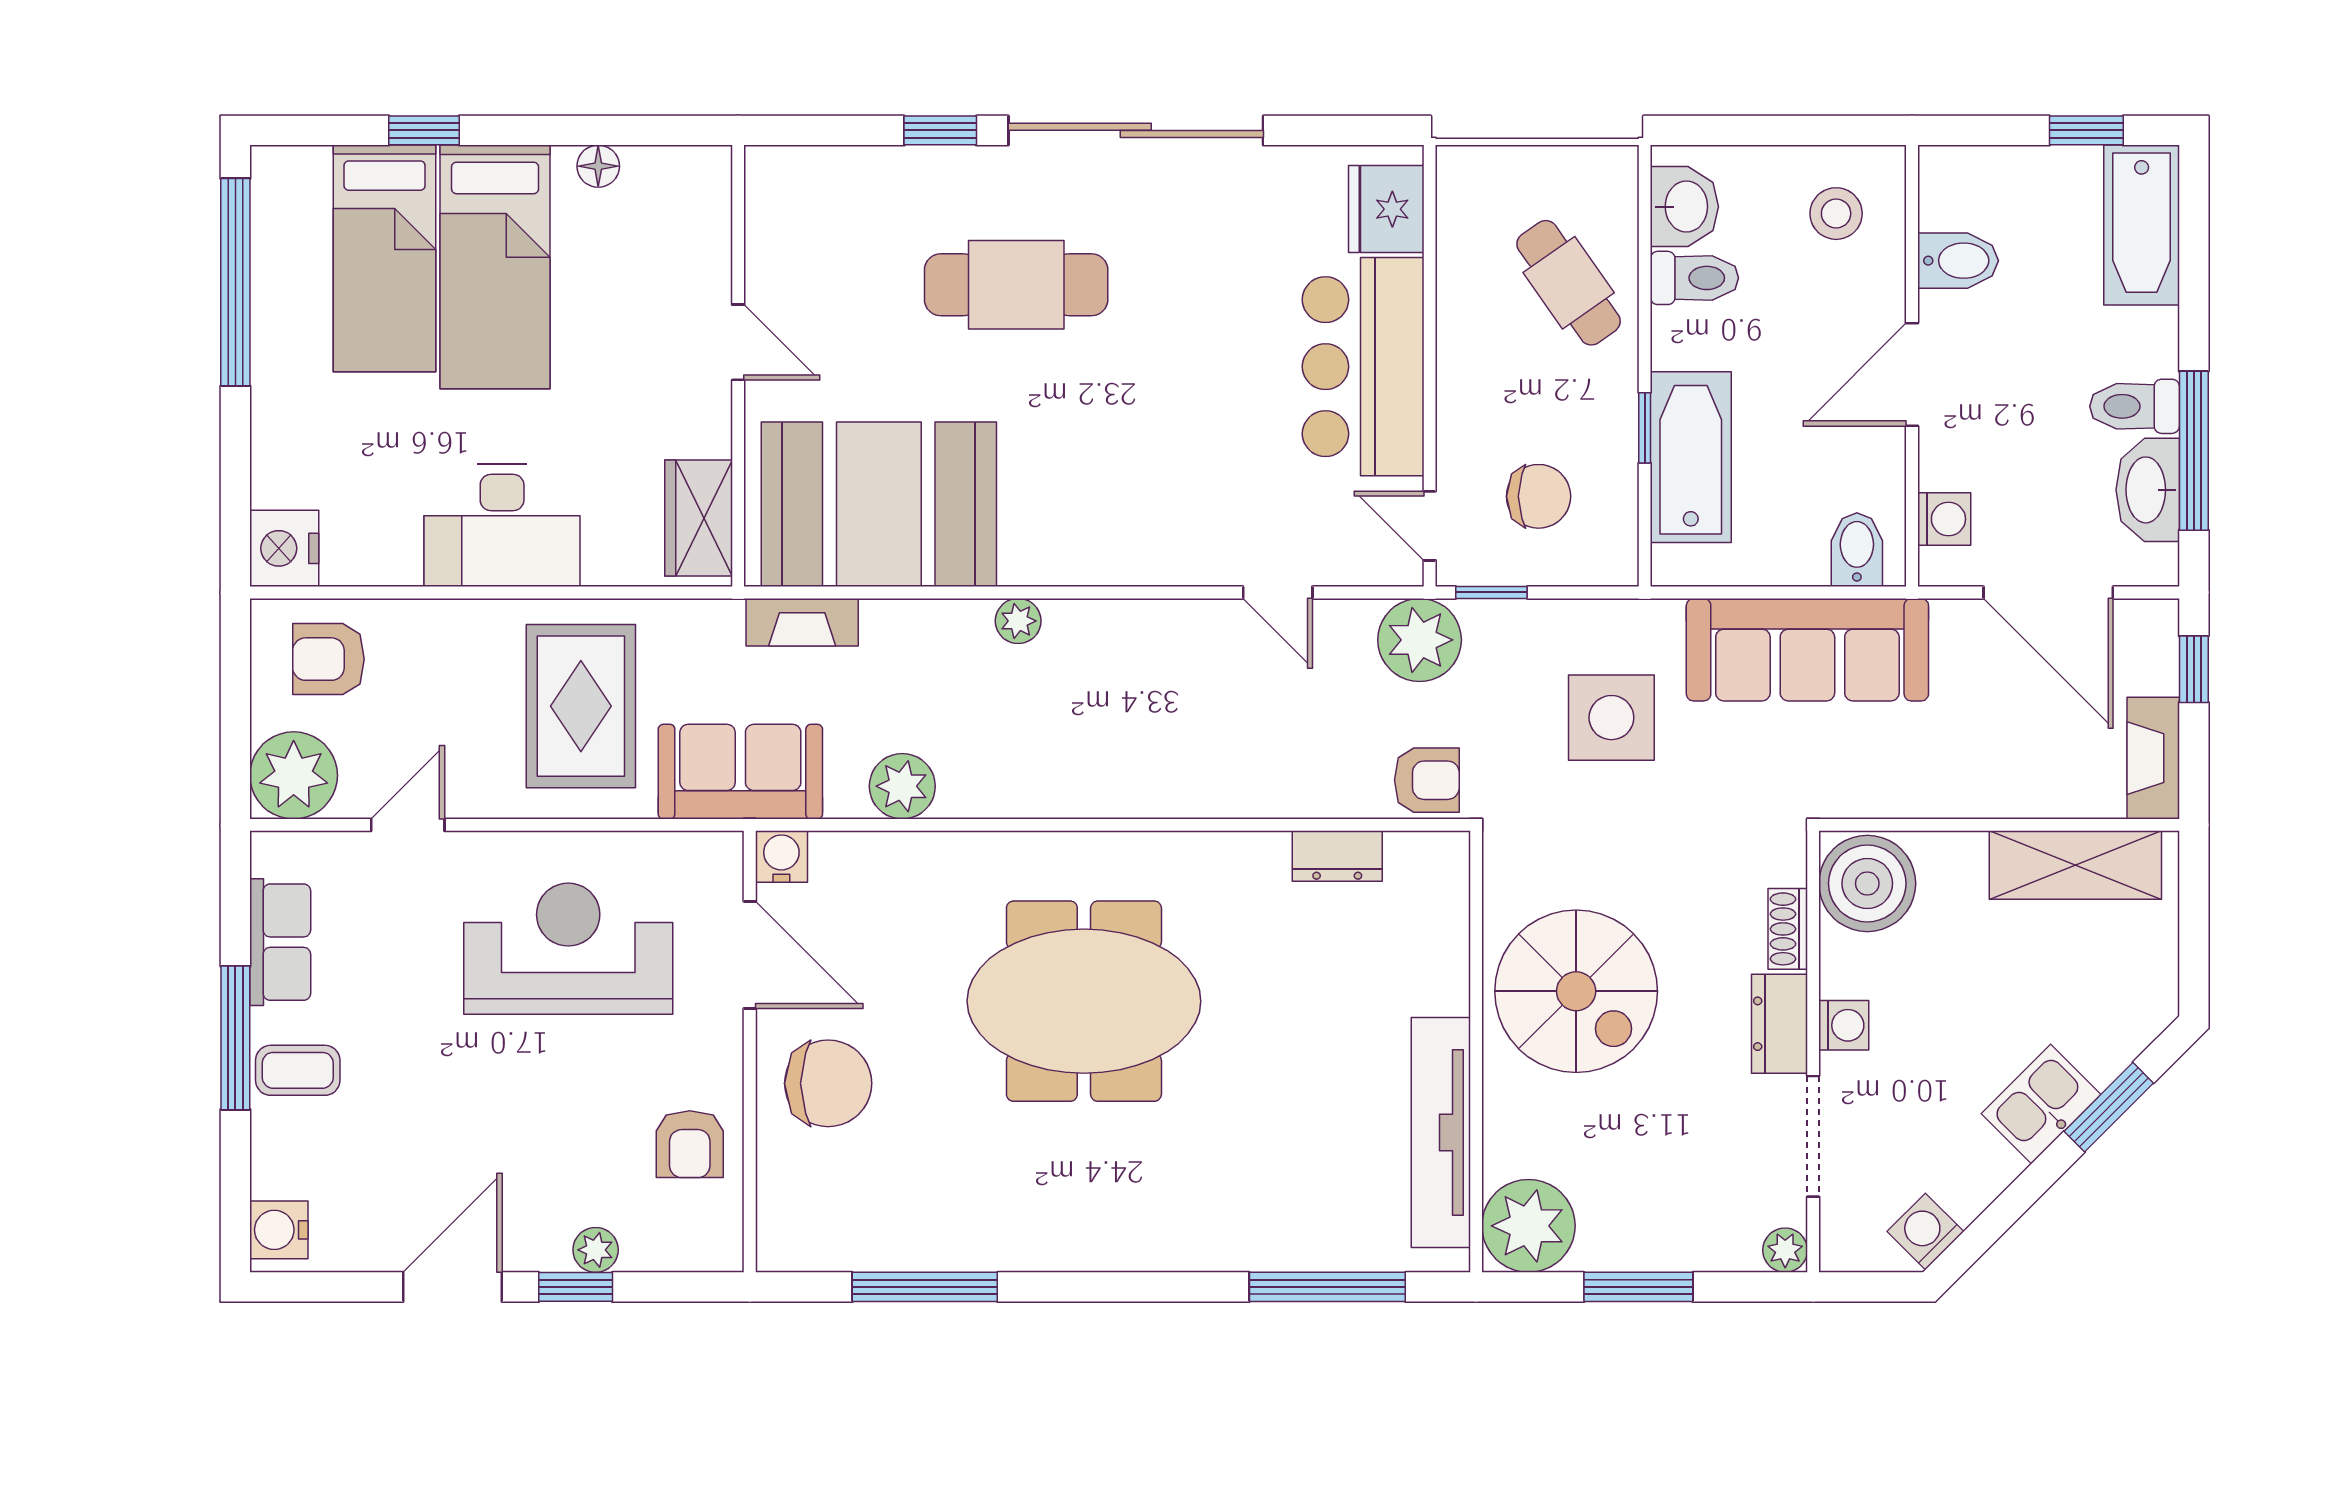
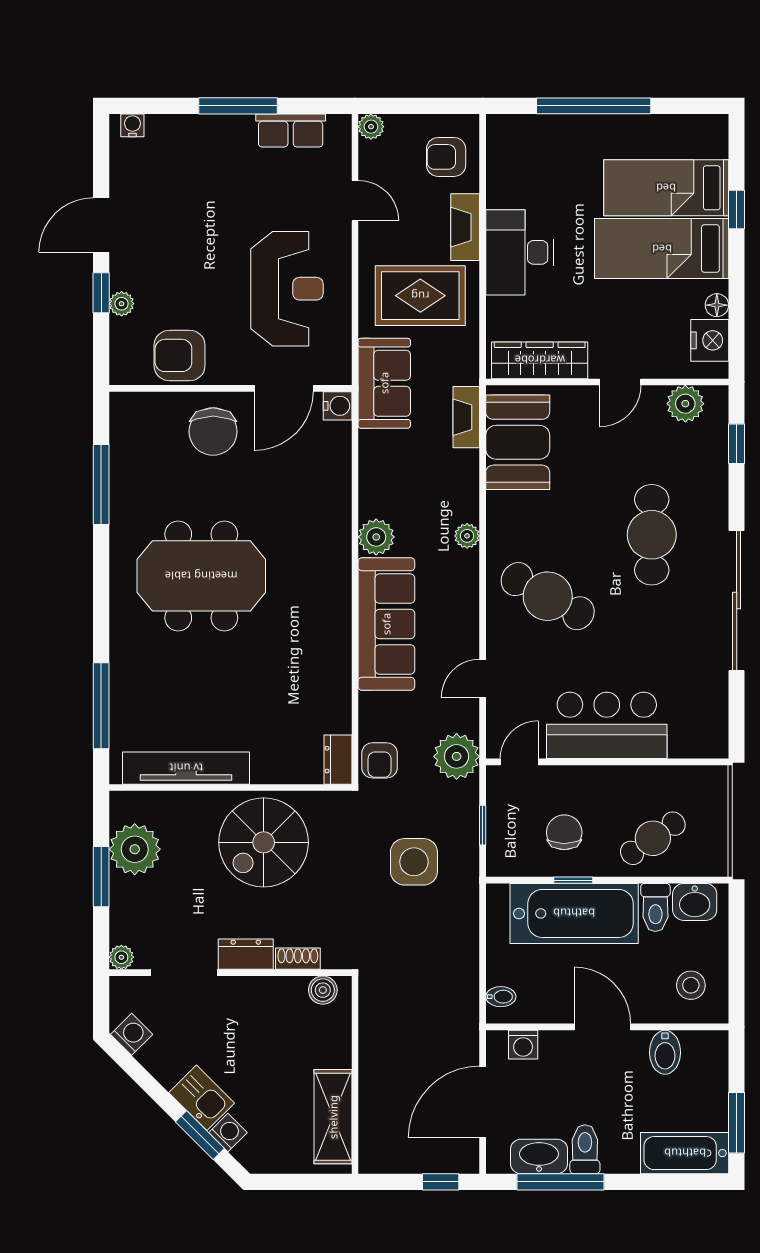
window: (940, 130) -> (737, 444), moved
window: (2086, 130) -> (737, 1123), width x1.50
fridge: (1386, 209) -> (693, 738), removed
plant: (778, 224) -> (685, 404), added
window: (235, 282) -> (594, 106), moved
bathtub: (1691, 457) -> (574, 913), width x1.36, depth x1.36
cafe table: (1128, 474) -> (548, 596), added
chair: (1539, 496) -> (564, 832), moved, turned 180
booth: (879, 504) -> (518, 442), width x0.73, depth x0.70
wardrobe: (699, 518) -> (540, 360), width x1.50
nightstand: (284, 548) -> (710, 340), moved, turned 90
bidet: (1857, 550) -> (501, 997), width x0.72, depth x0.74
window: (1491, 592) -> (483, 825), moved
sofa: (1807, 650) -> (386, 624), moved, turned 180
armchair: (328, 659) -> (446, 157), turned -90
fireplace: (2153, 758) -> (465, 227), moved, turned -90
plant: (294, 775) -> (371, 127), width x0.53, depth x0.53
plant: (902, 786) -> (376, 537), moved
dresser: (1337, 856) -> (338, 760), moved
boiler: (1867, 883) -> (323, 990), width x0.54, depth x0.54
meeting table: (1084, 1001) -> (201, 576), moved, turned 90
washing machine: (1844, 1025) -> (228, 1133), moved, turned -135
coffee table: (298, 1070) -> (220, 140), removed
armchair: (690, 1144) -> (180, 355), width x1.38, depth x1.38
plant: (1528, 1226) -> (135, 849), moved
water cooler: (279, 1230) -> (132, 125), width x0.72, depth x0.72
door: (453, 1287) -> (101, 225), swing flipped

